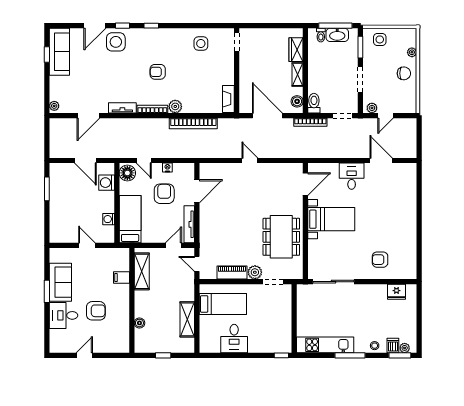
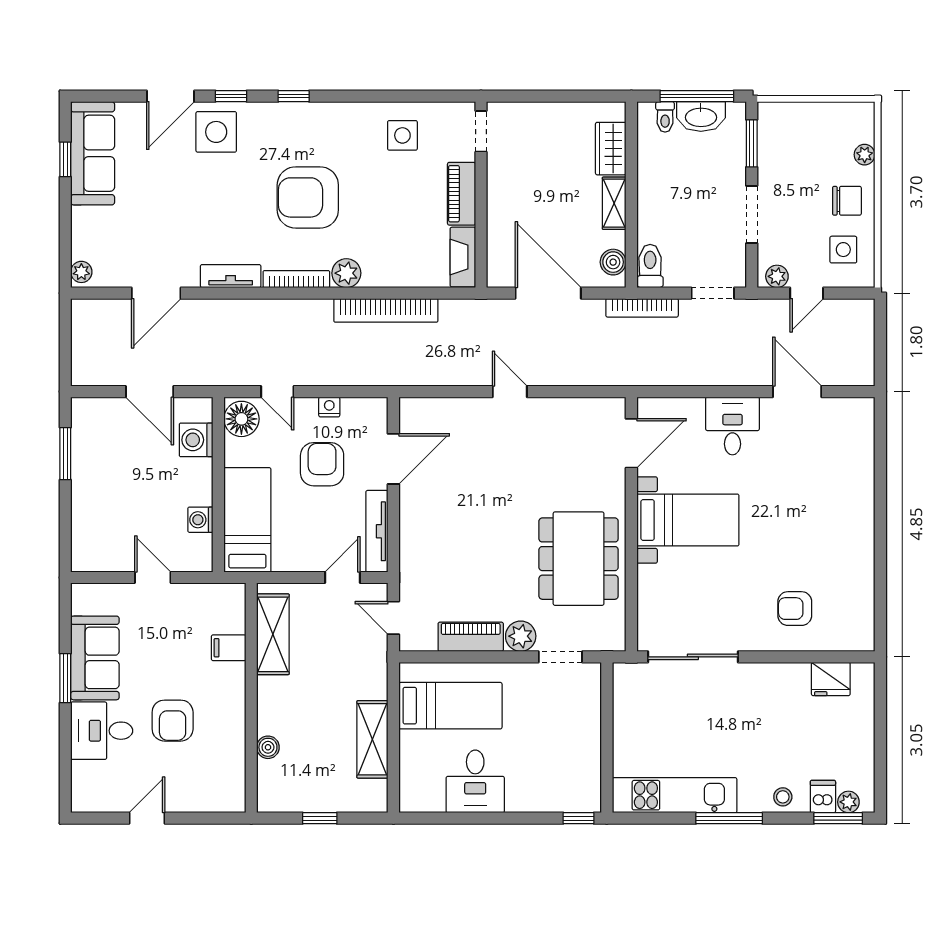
side table: (380, 39) -> (843, 250), moved
piano: (228, 70) -> (462, 194), added
armchair: (158, 72) -> (308, 197), width x1.88, depth x1.88
armchair: (96, 311) -> (173, 721), turned 90

